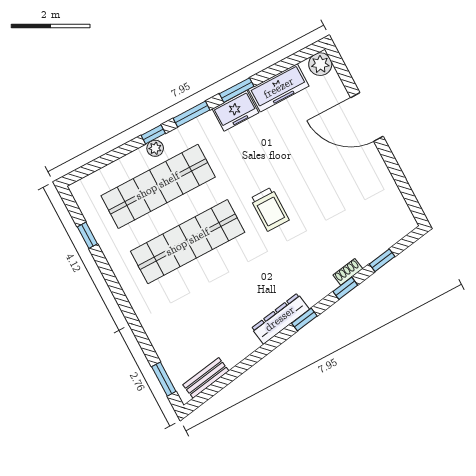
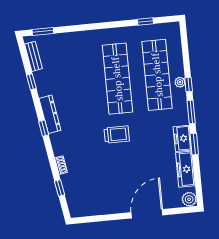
trolley: (270, 209) -> (117, 134), turned 180
window: (345, 288) -> (31, 82), moved

